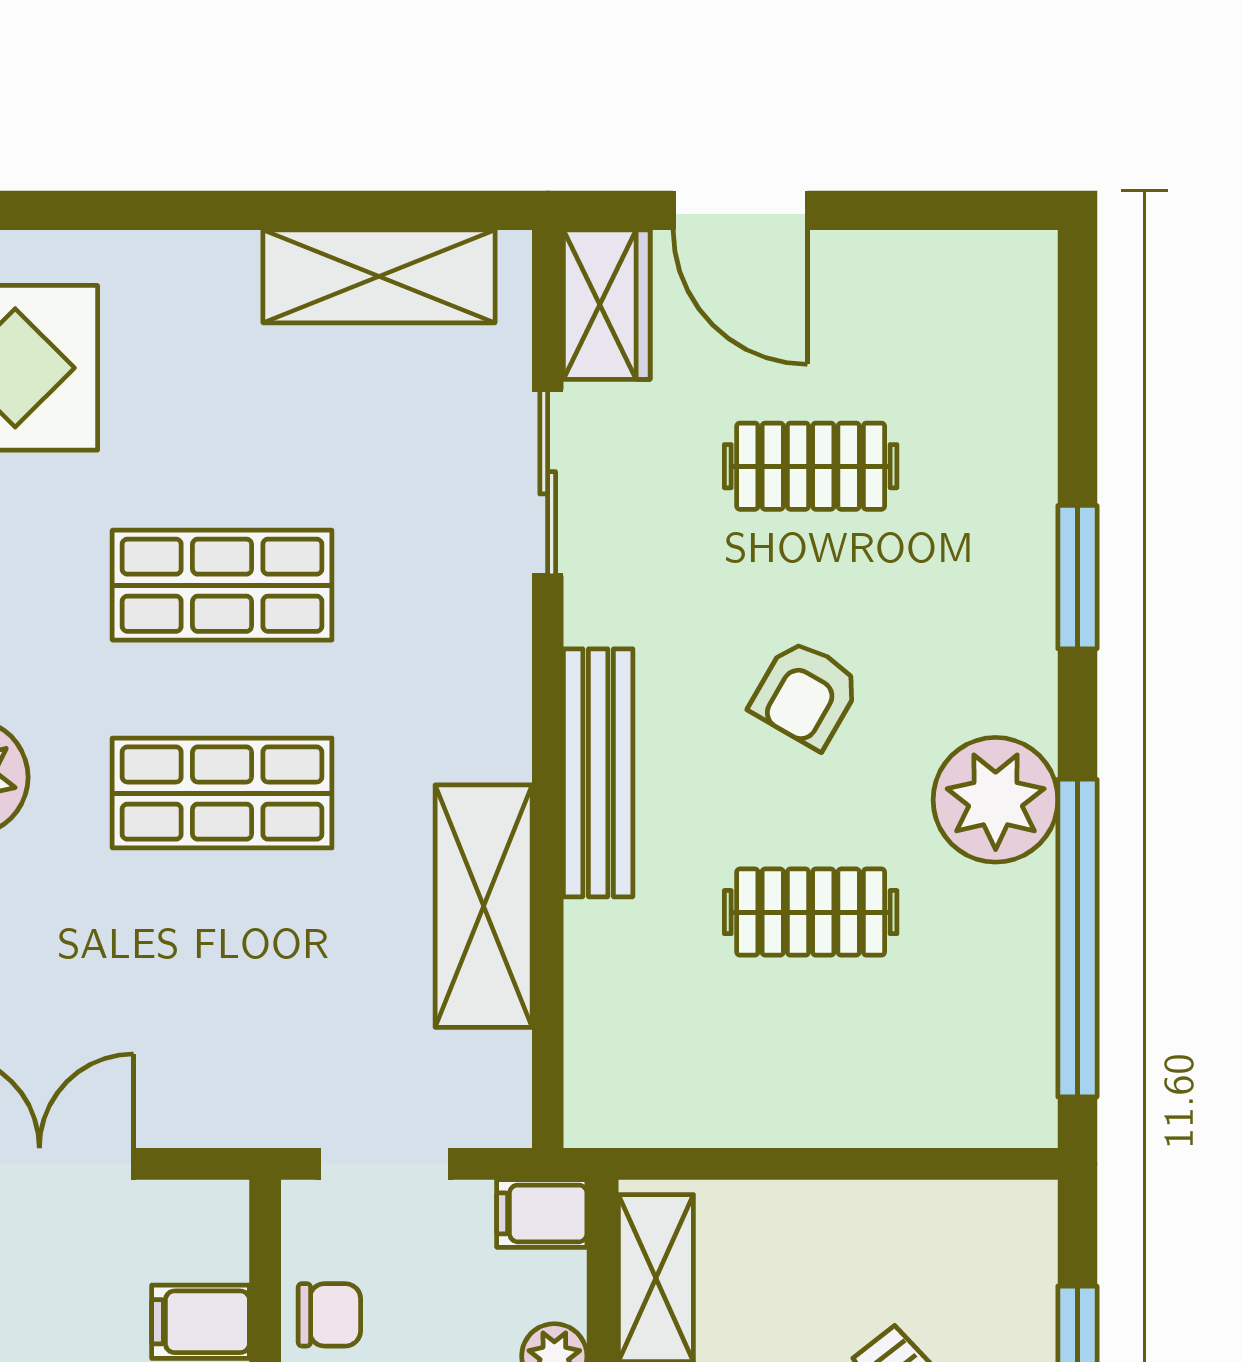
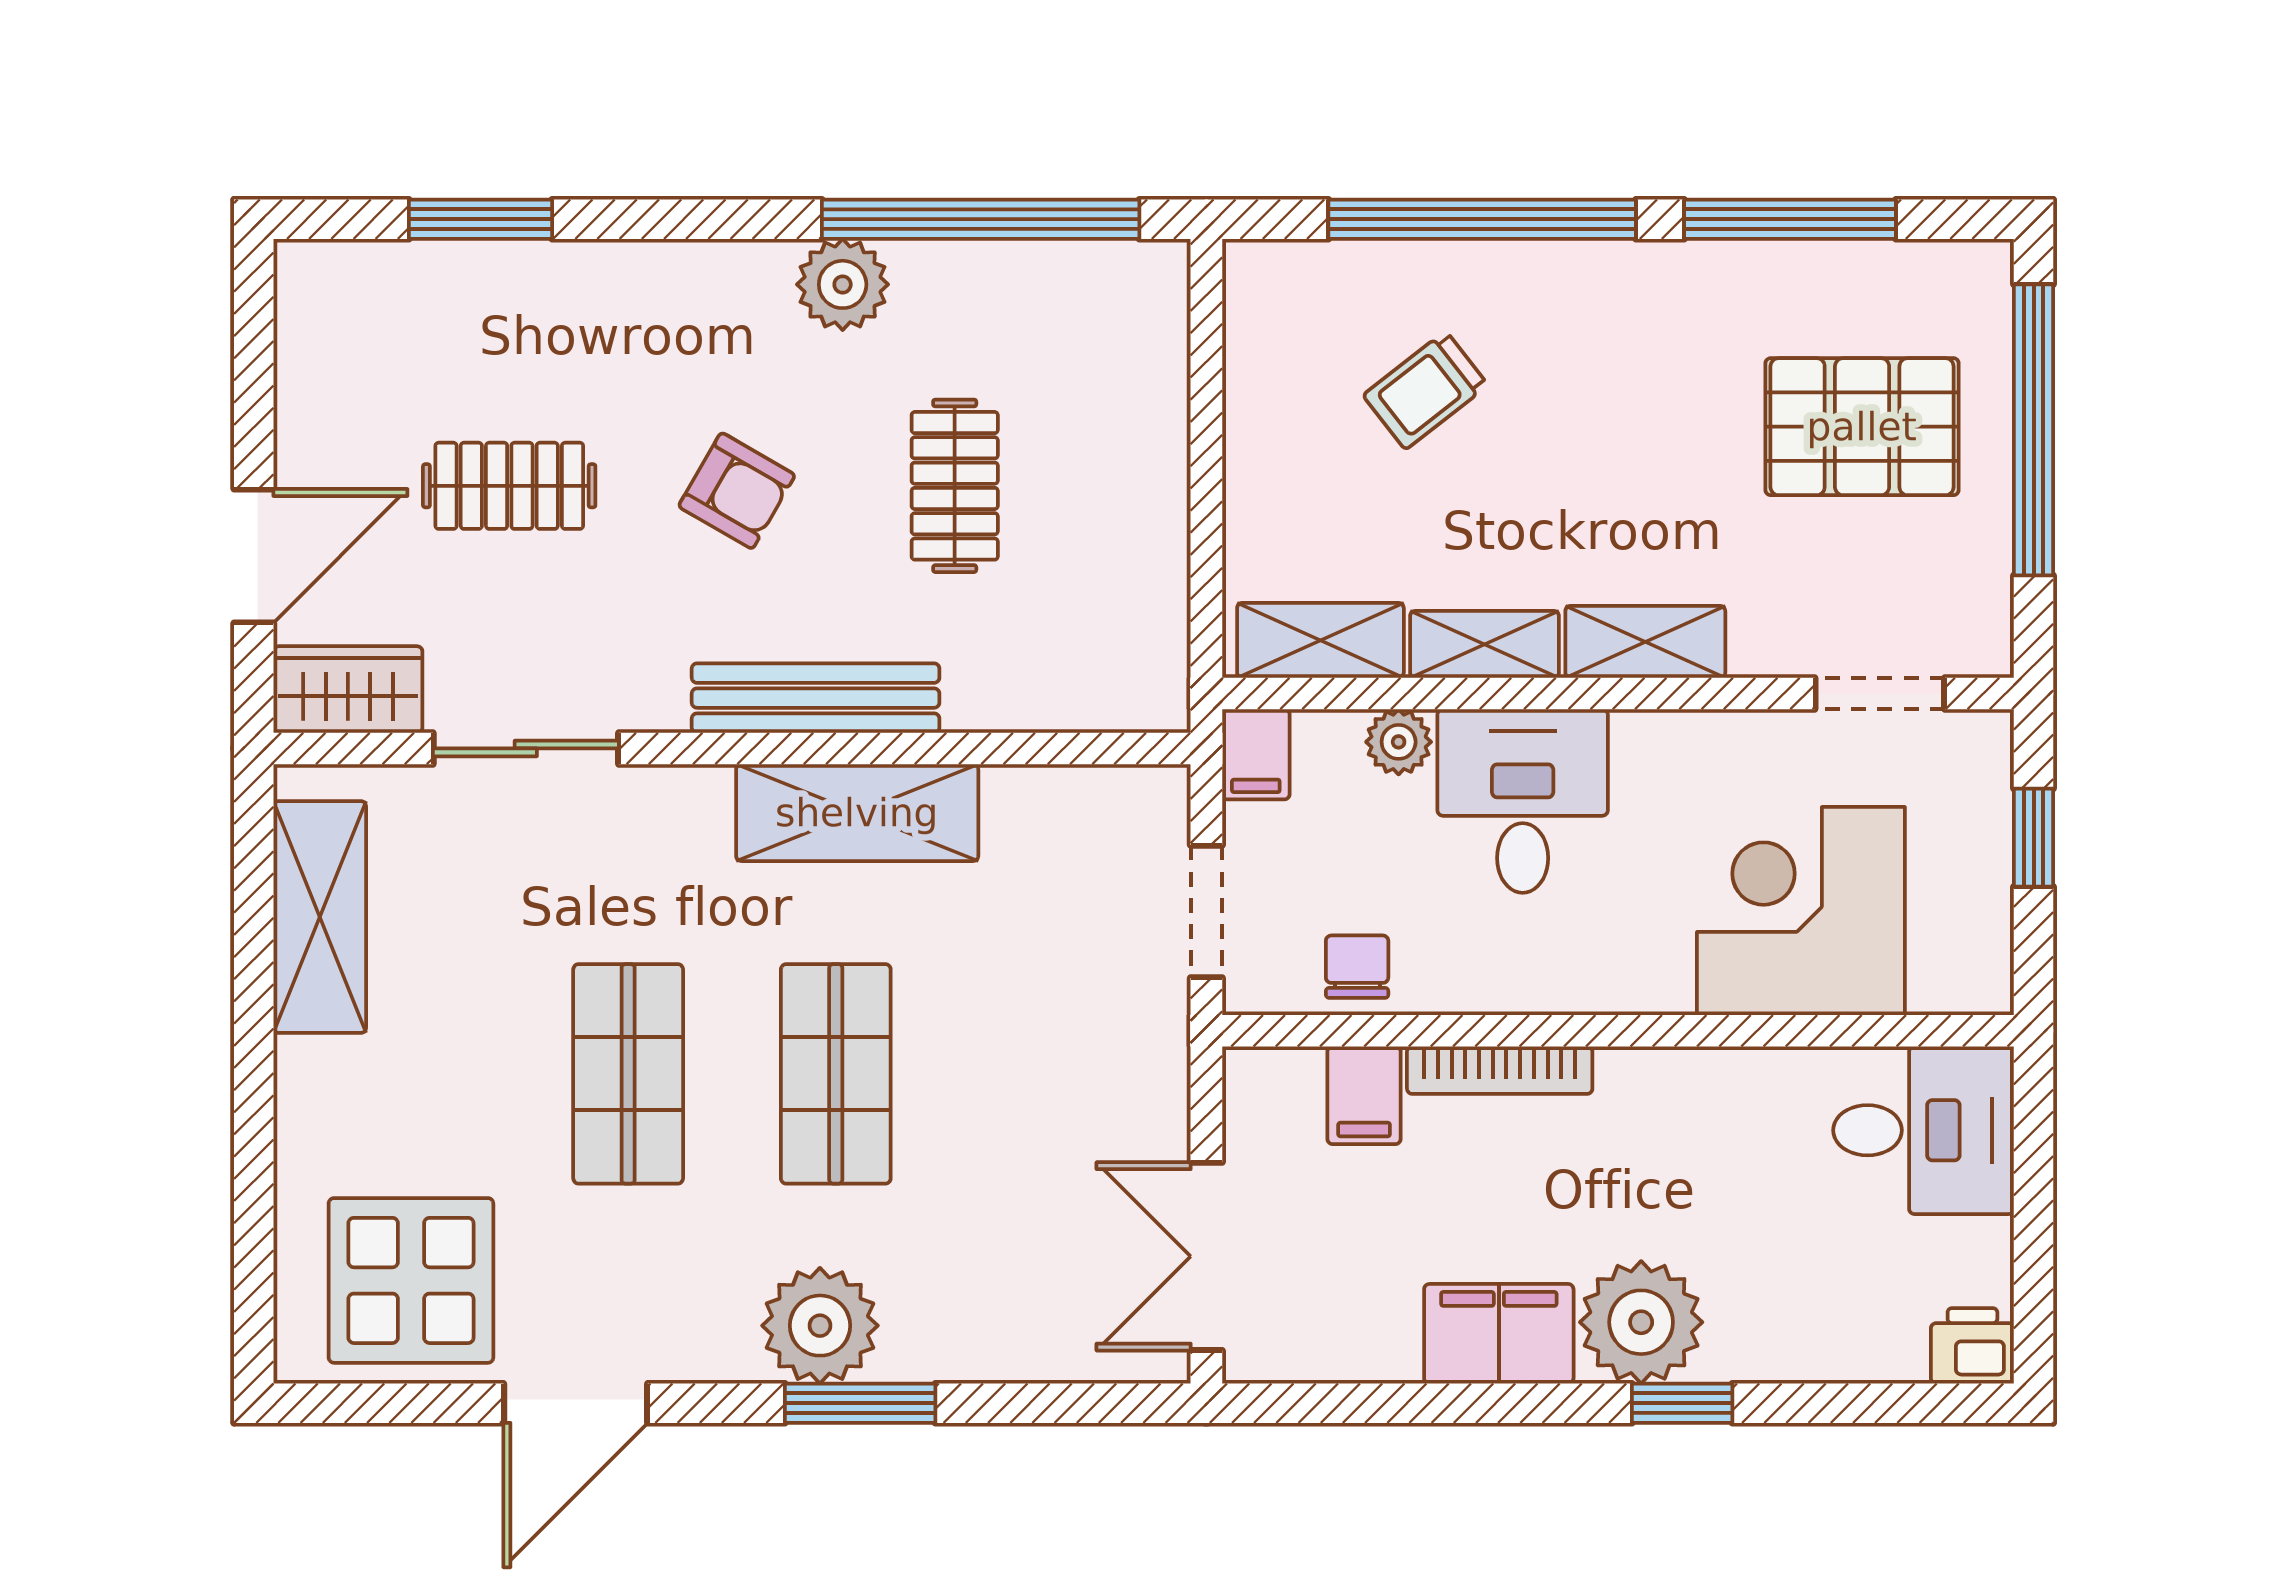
clothes rail: (811, 466) -> (509, 486), turned 90
window: (1077, 577) -> (480, 219), moved
plant: (996, 800) -> (843, 284), width x0.73, depth x0.73
shelving: (484, 906) -> (857, 813), moved

